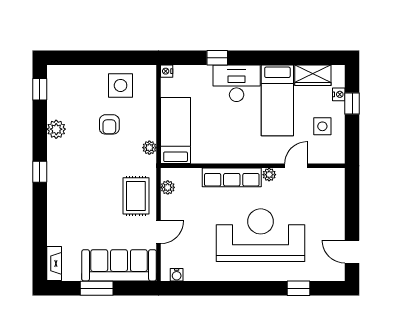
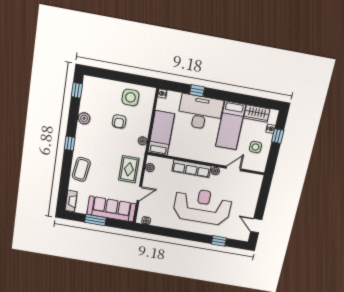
desk: (237, 83) -> (200, 112), width x1.36, depth x1.30
coffee table: (63, 209) -> (81, 169), added

